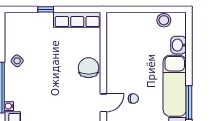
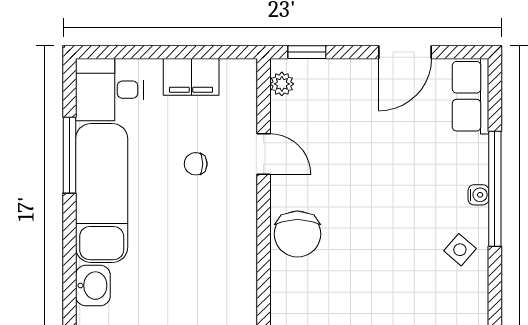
door: (103, 103) -> (264, 154), swing flipped
water cooler: (9, 106) -> (478, 195), moved

